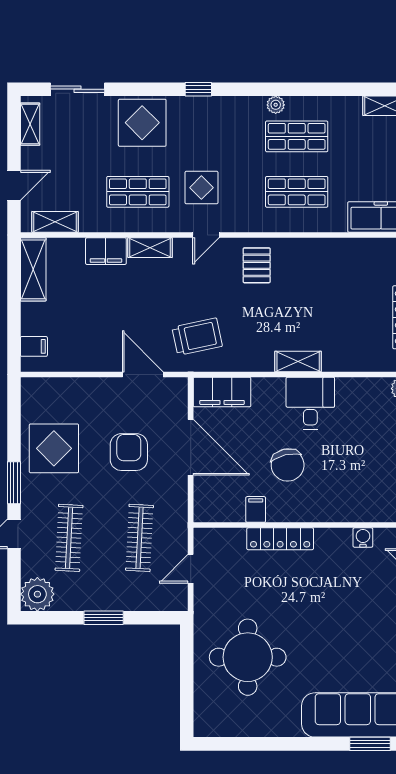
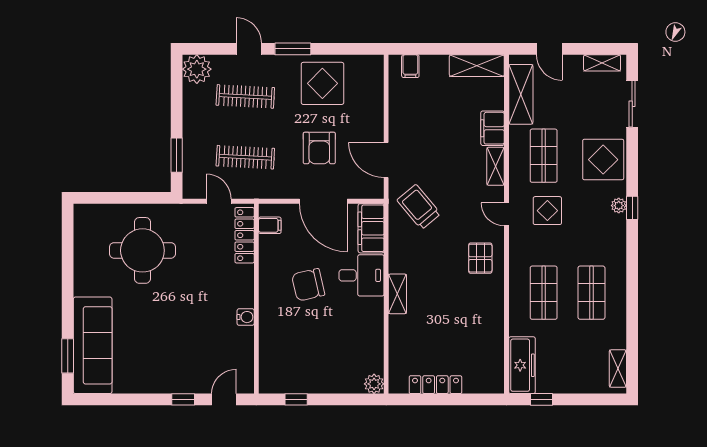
plant: (276, 105) -> (619, 206), moved
shelving: (55, 222) -> (521, 94), width x1.50, depth x1.33
pallet: (257, 265) -> (480, 258), turned 90
trolley: (197, 337) -> (419, 207), turned 152
door: (143, 374) -> (386, 160), swing flipped
desk: (310, 403) -> (361, 275), moved
door: (191, 447) -> (323, 201), hinge flipped
armchair: (129, 452) -> (319, 148), turned 90
filing cabinet: (256, 509) -> (270, 225), moved
water cooler: (363, 538) -> (246, 317), moved
locker: (280, 539) -> (245, 235), moved
window: (104, 618) -> (177, 155), moved

